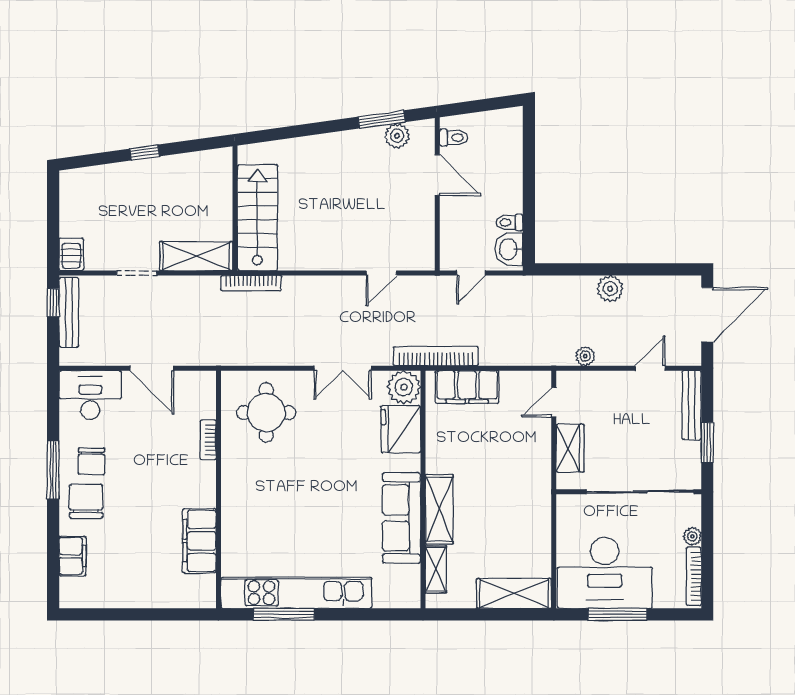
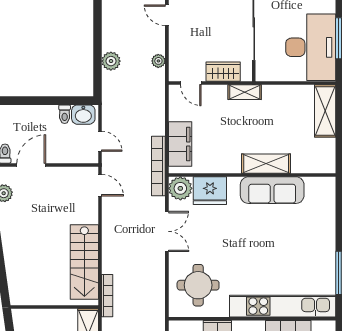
stairs: (257, 218) -> (84, 262), moved, turned -90
door: (381, 273) -> (100, 185), moved
plant: (610, 289) -> (111, 61), moved
shelving: (436, 569) -> (245, 92), moved
kitchen unit: (296, 593) -> (283, 306), moved, turned 90

